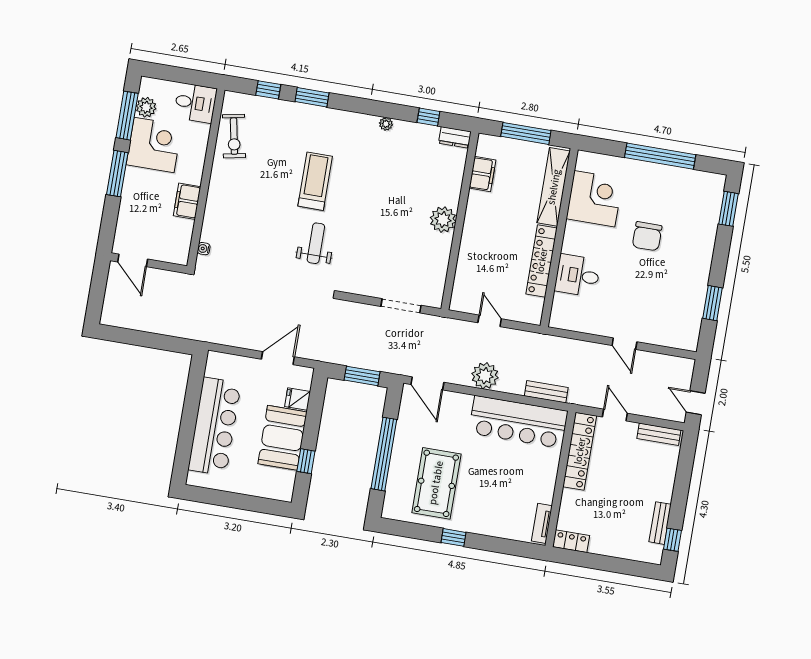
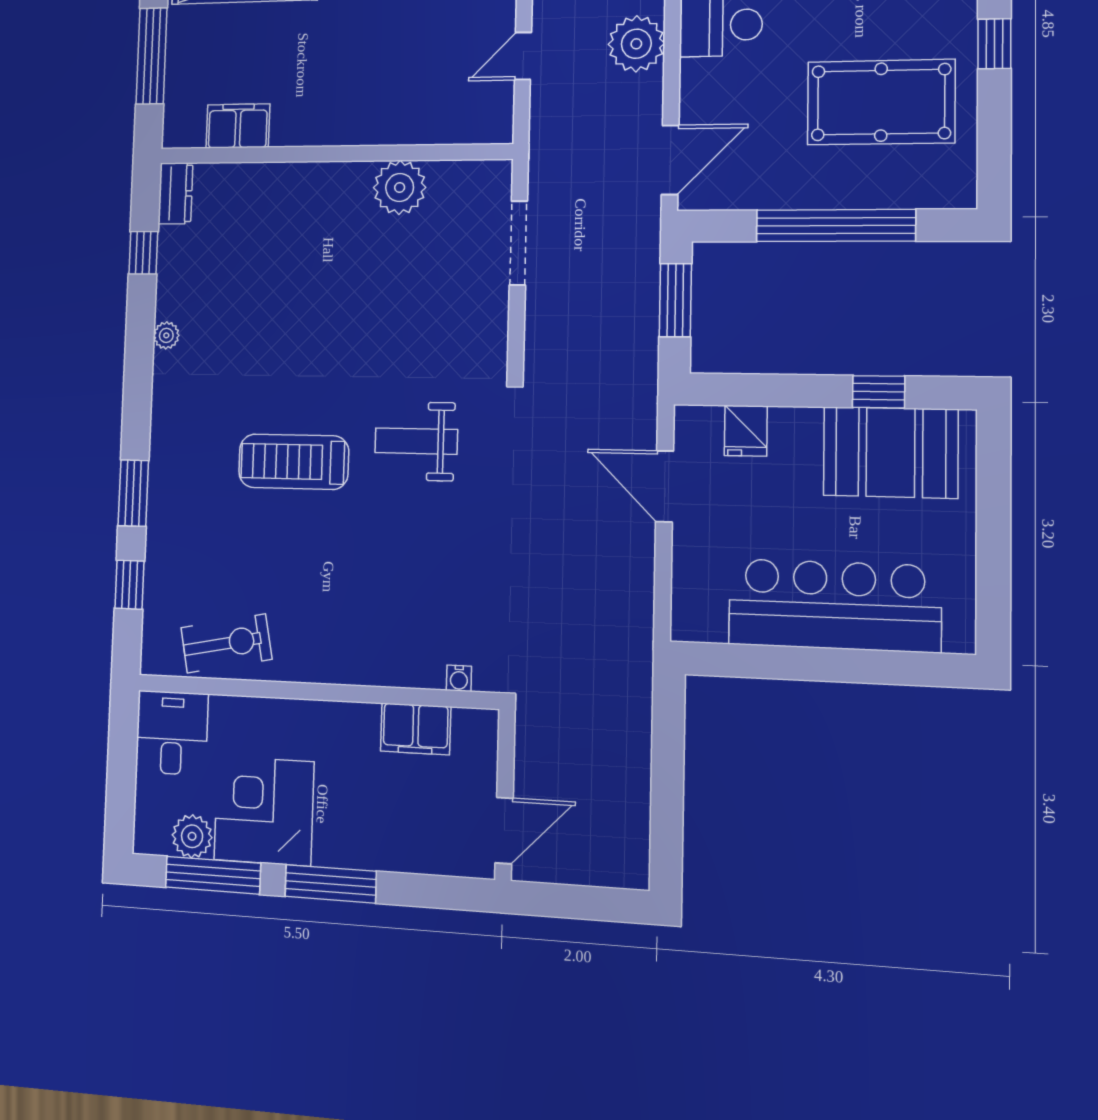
filing cabinet: (187, 201) -> (416, 729), moved
plant: (443, 220) -> (400, 187), moved
booth: (282, 438) -> (891, 452), moved

